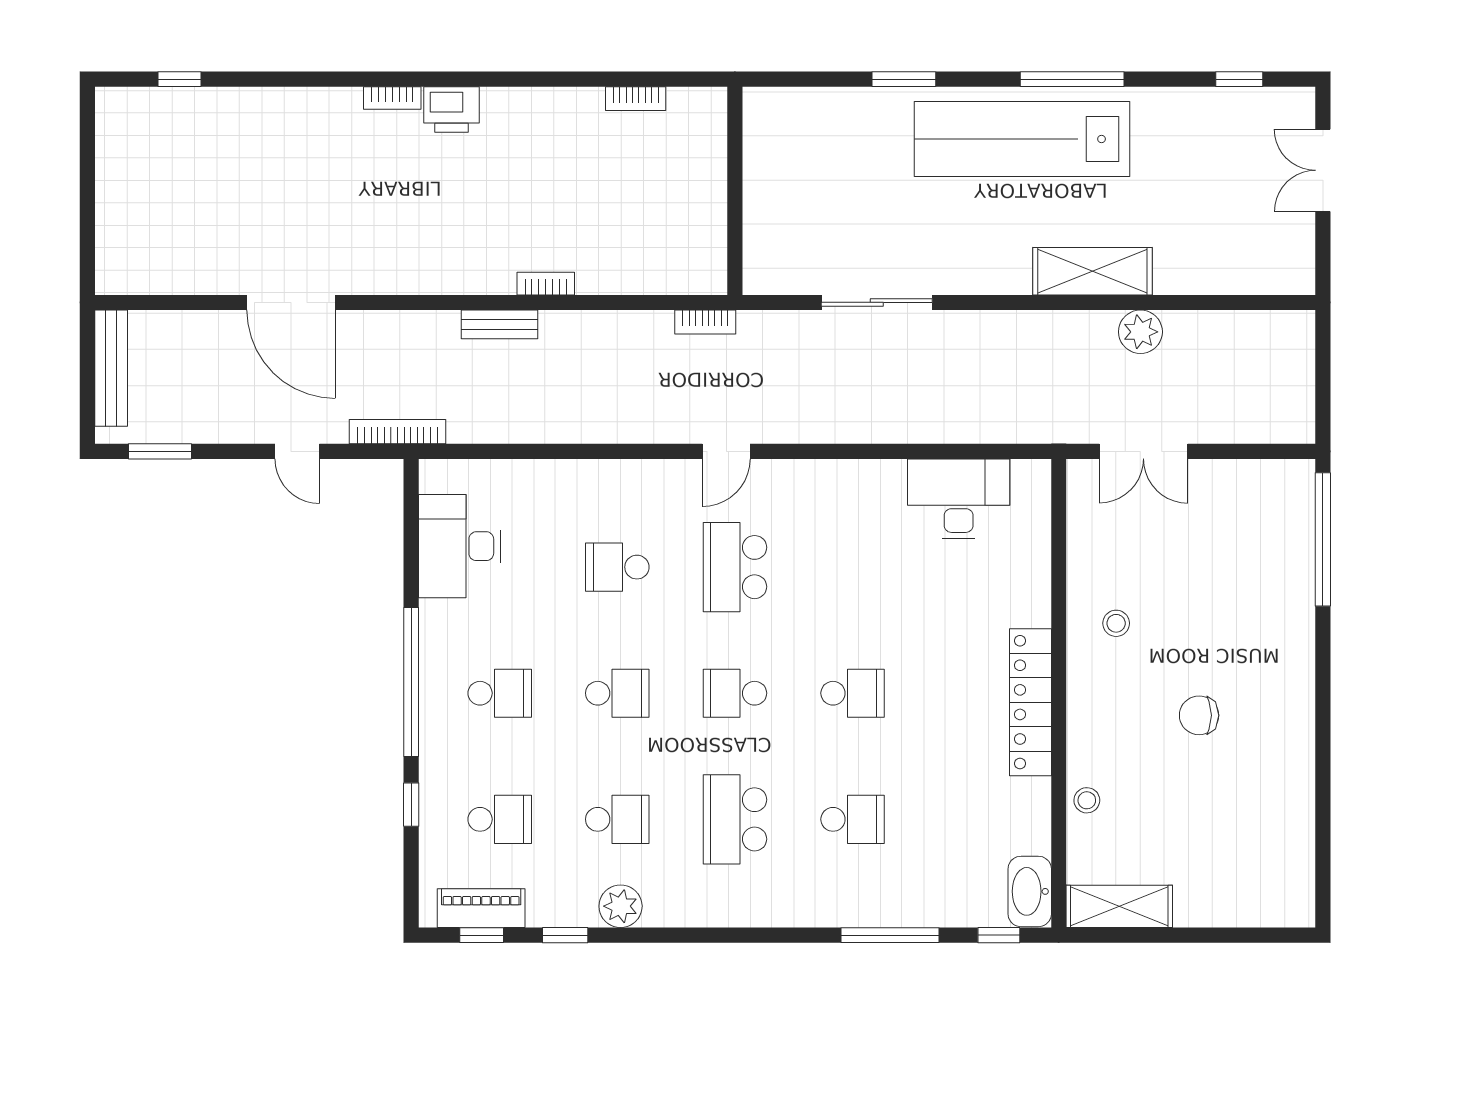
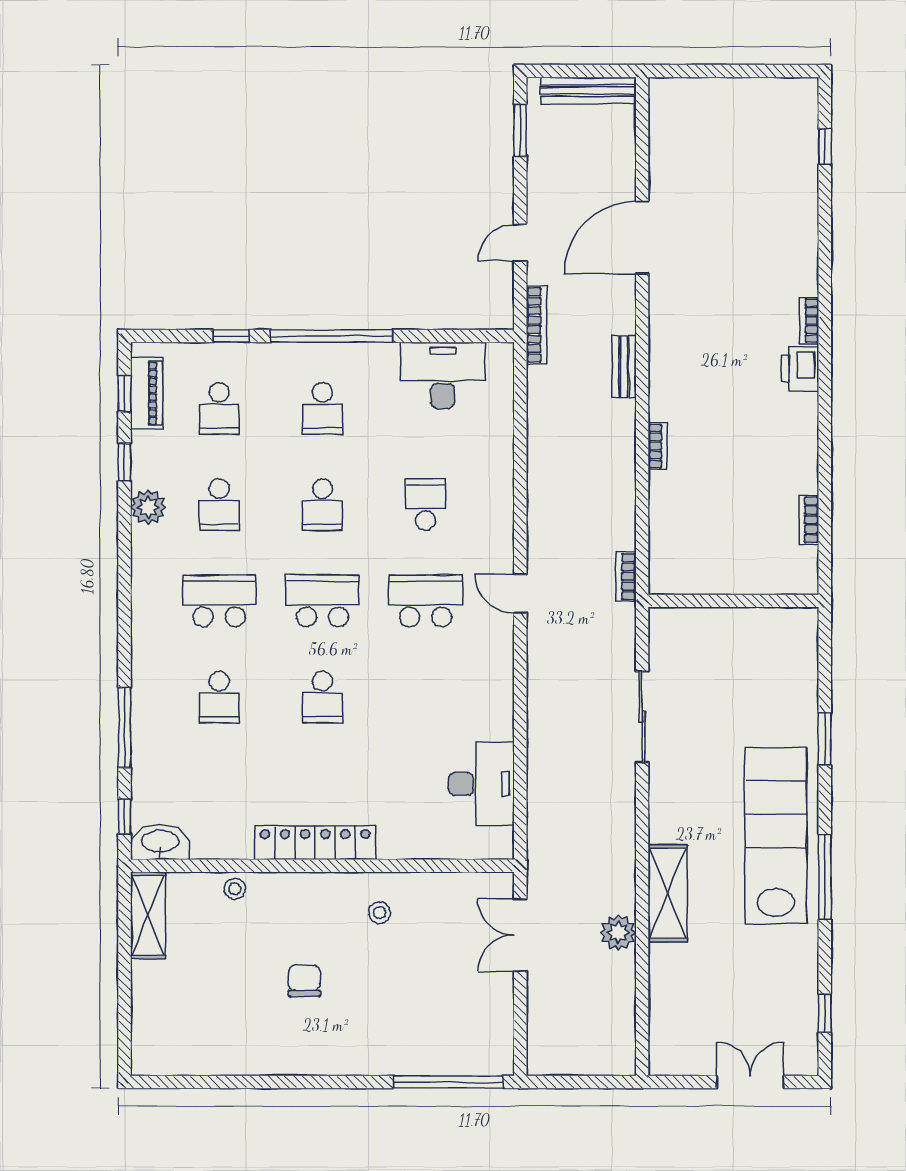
bench: (500, 324) -> (624, 366), moved
school desk: (735, 693) -> (322, 601), width x1.85

